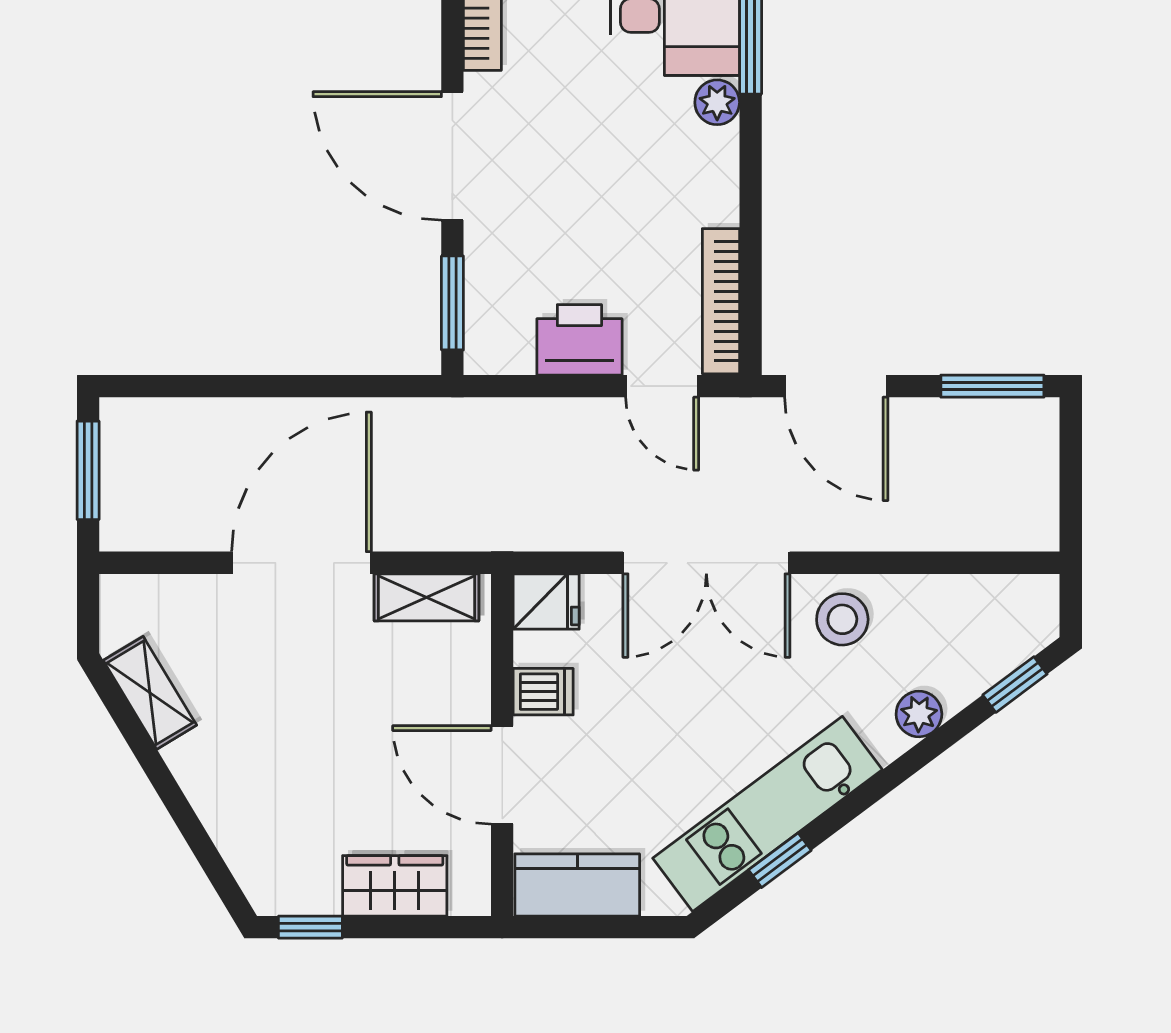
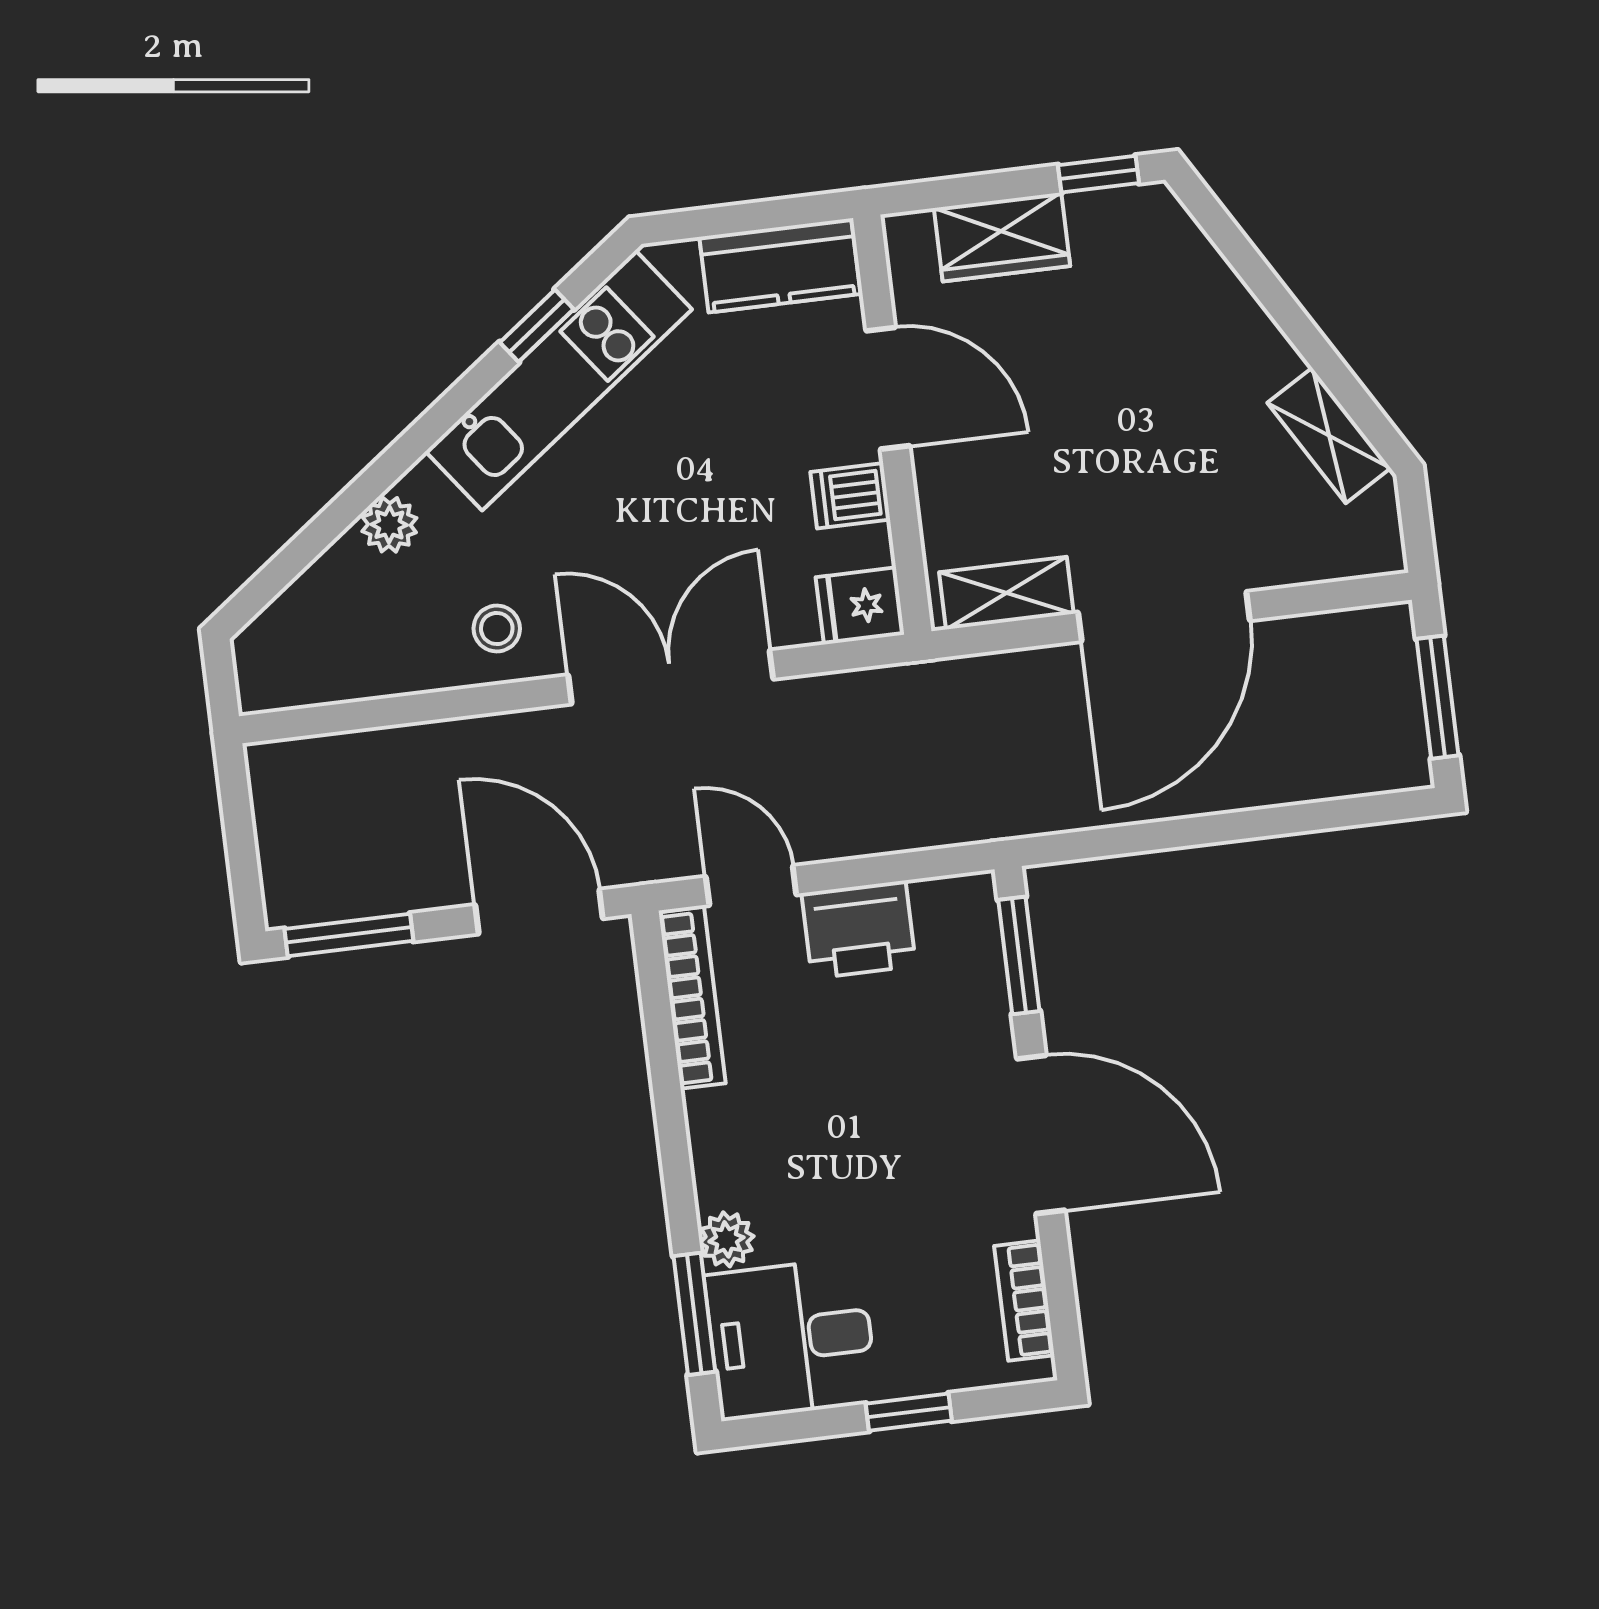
stool: (842, 619) -> (497, 629), width x0.73, depth x0.73
window: (1015, 685) -> (277, 575), removed

